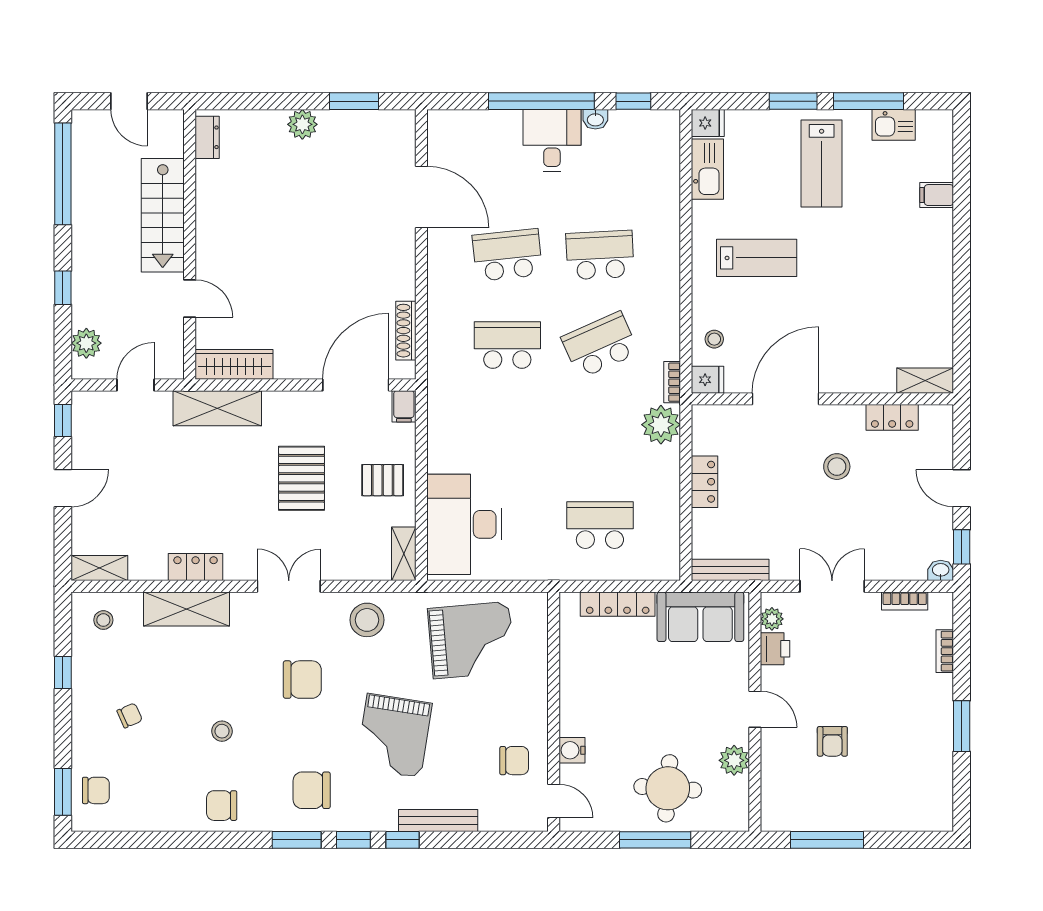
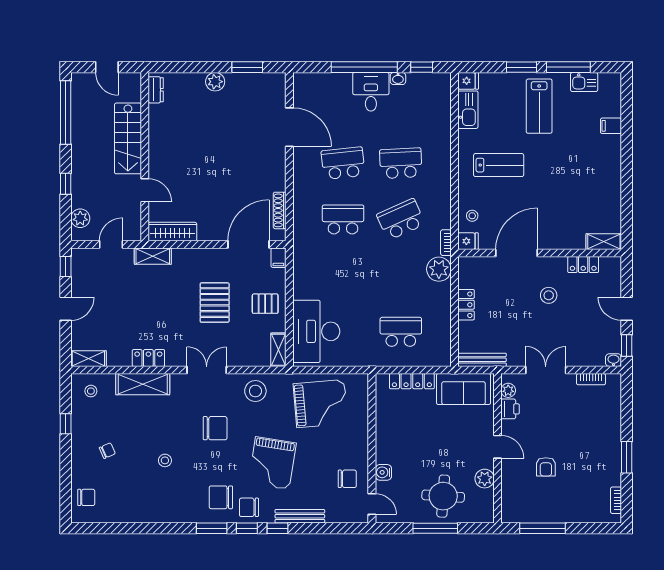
shelving: (217, 408) -> (153, 256), width x0.67, depth x0.75
bookcase: (945, 651) -> (616, 500), moved
window: (63, 792) -> (66, 498), removed
chair: (222, 806) -> (249, 507), moved

